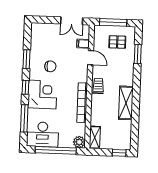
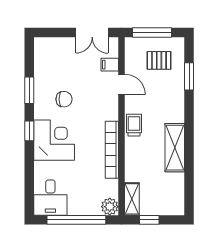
window: (24, 118) -> (29, 176), removed
desk: (43, 134) -> (50, 198), width x0.73
window: (119, 153) -> (149, 220), moved

